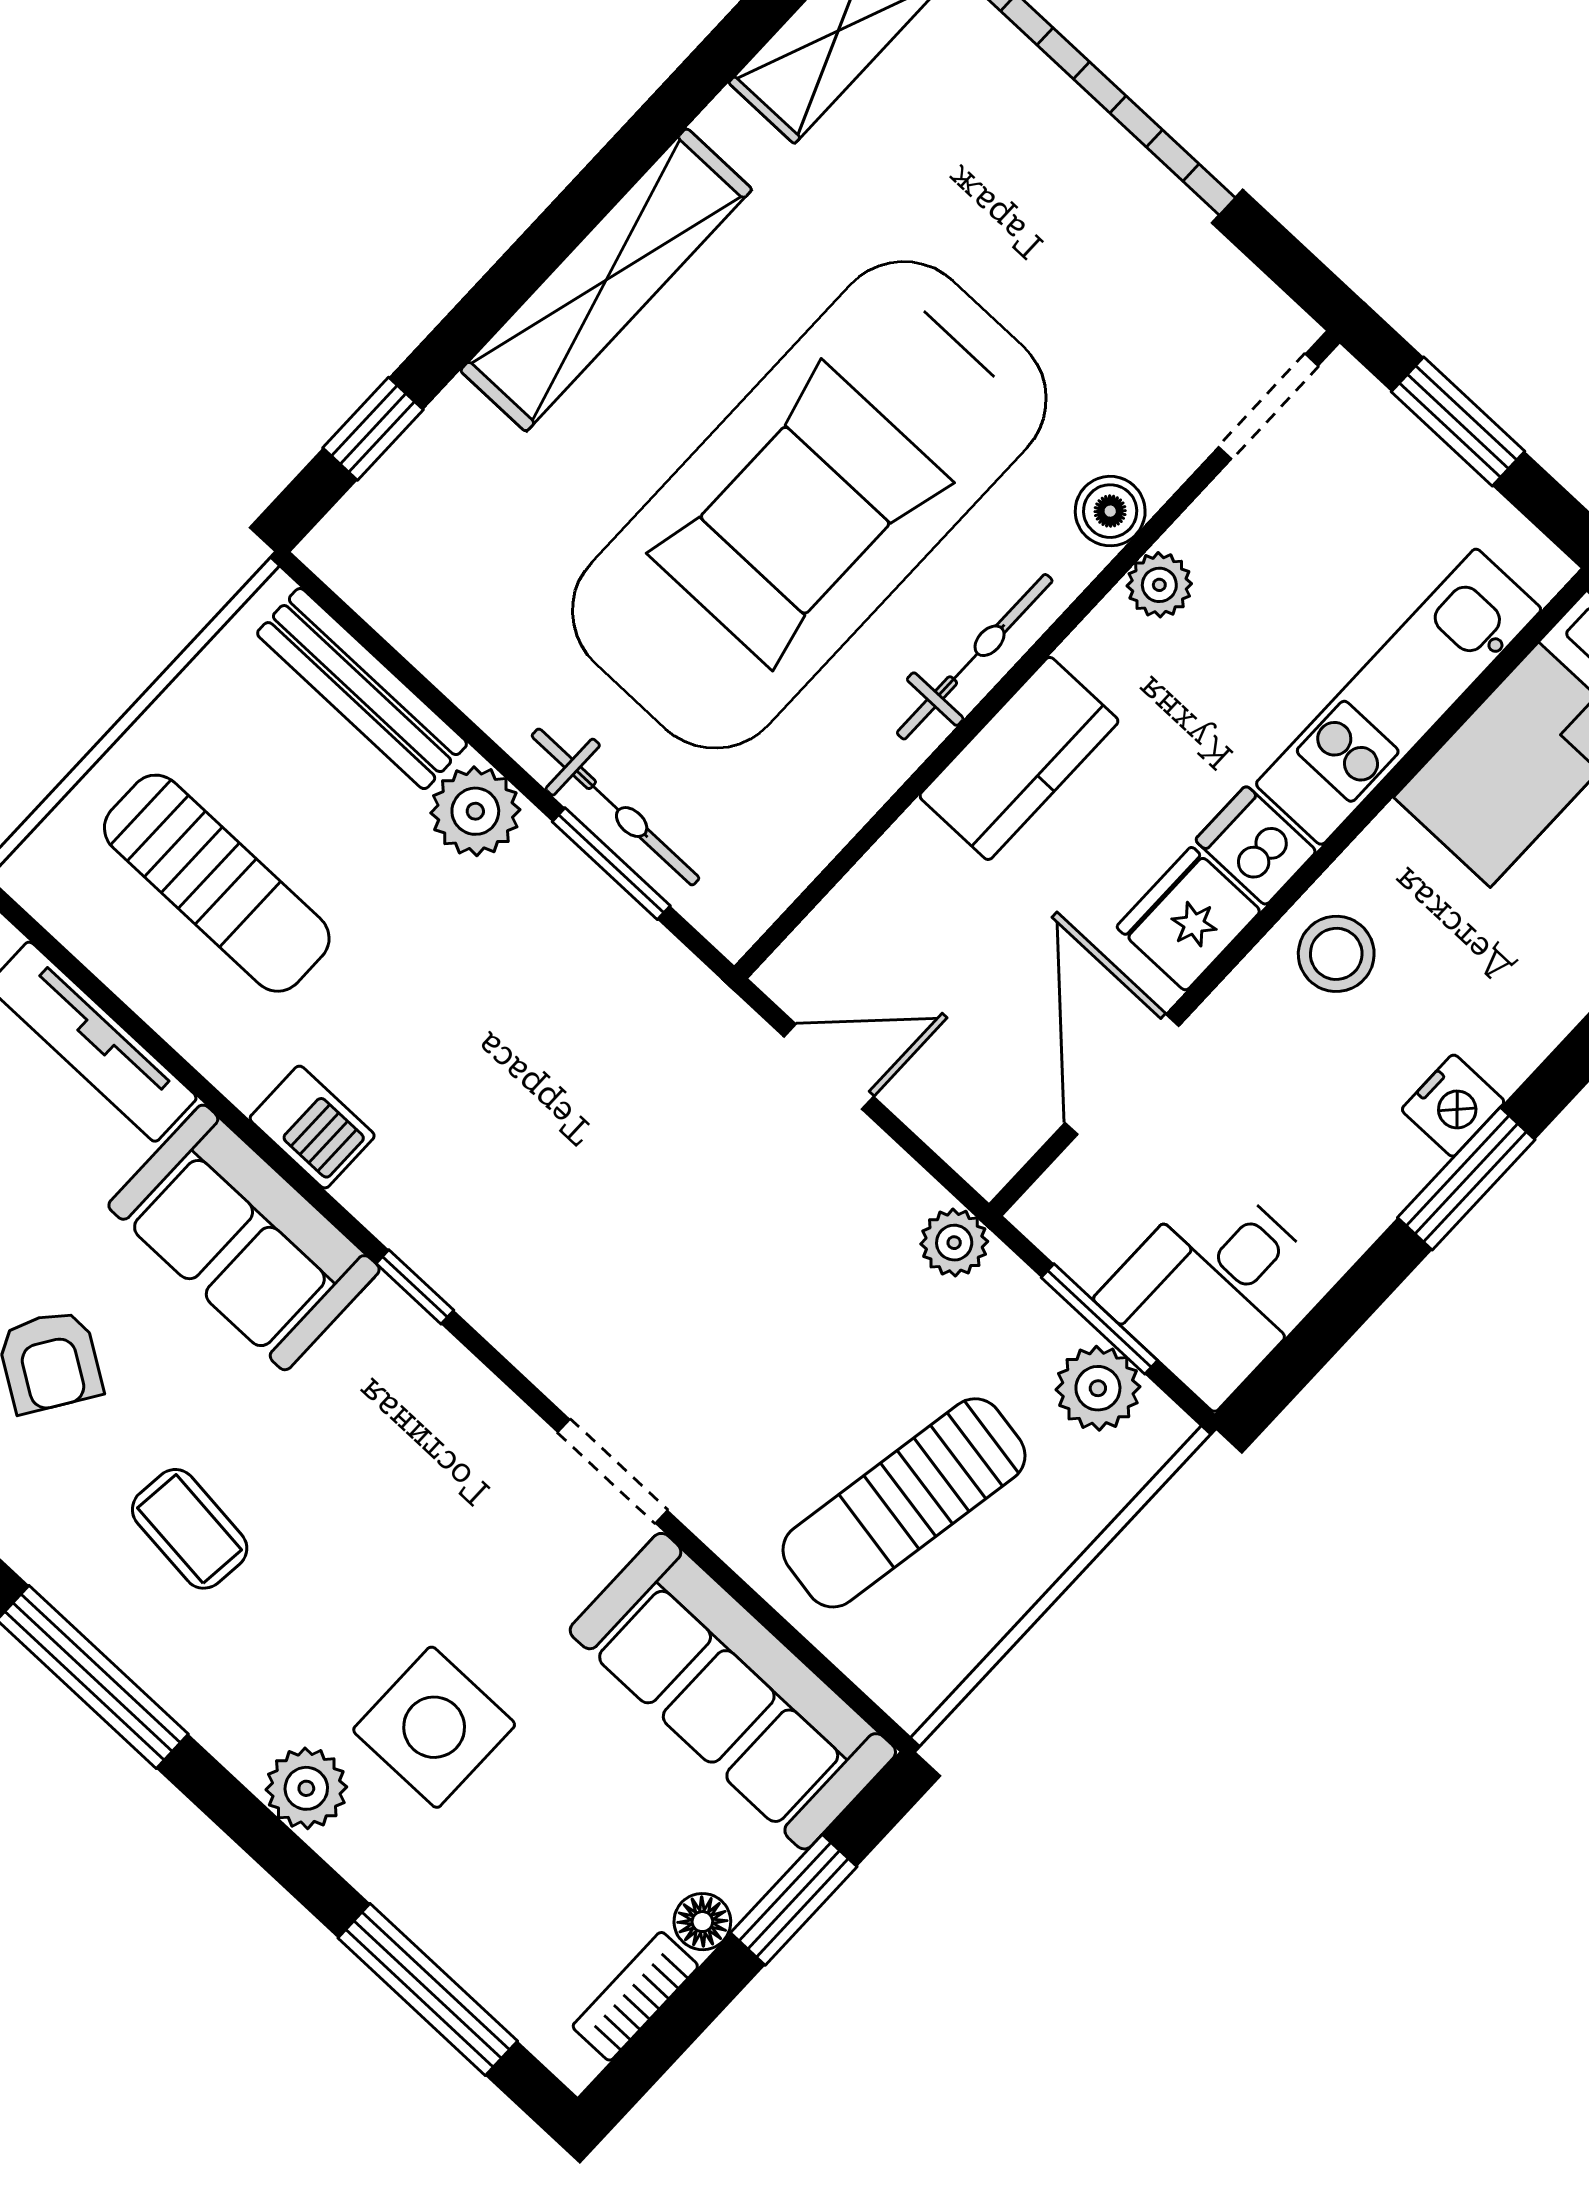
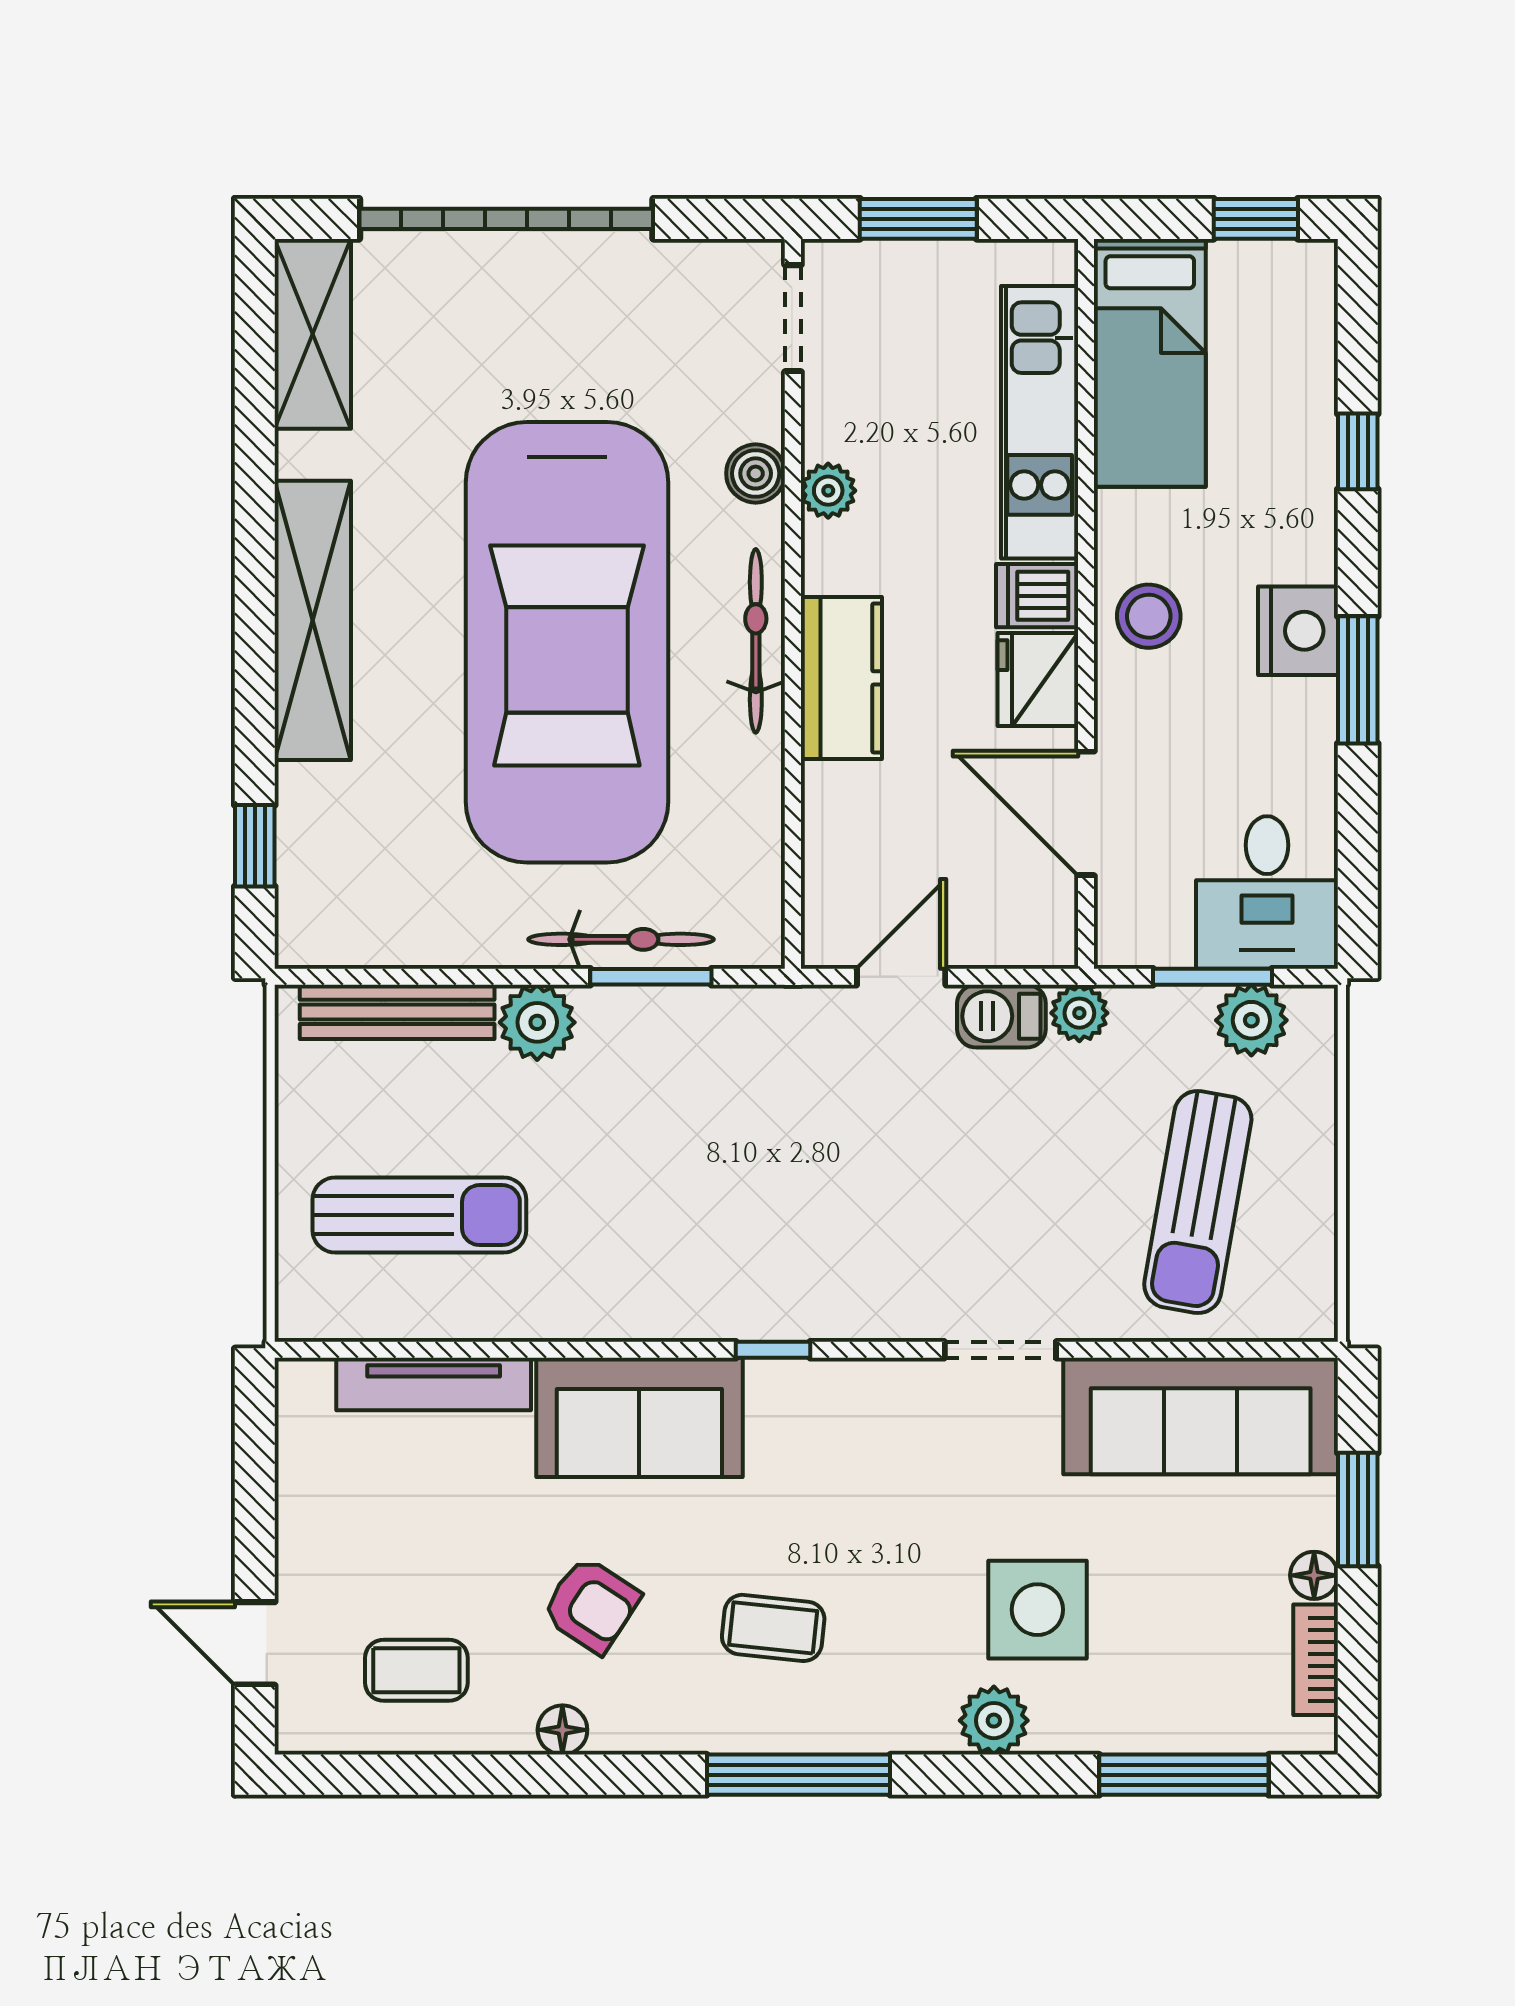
nightstand: (1453, 1106) -> (1298, 631), width x1.36, depth x1.33
barbecue: (312, 1127) -> (1001, 1016), moved, turned 180

